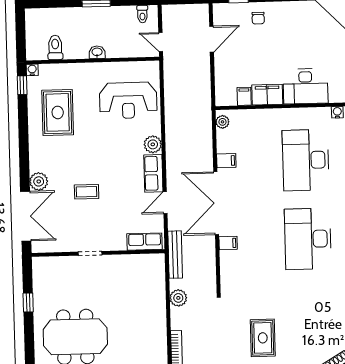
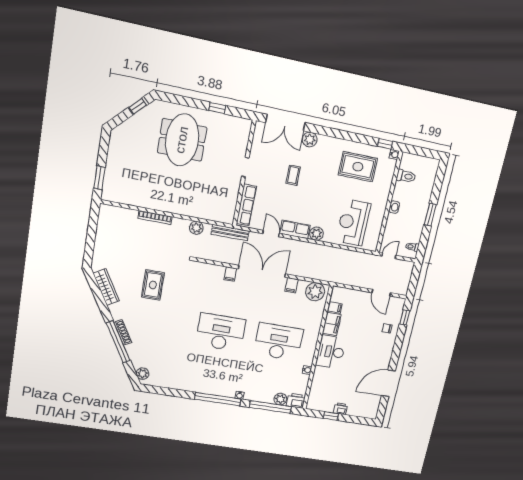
plant: (222, 122) -> (315, 292), width x1.87, depth x1.87
row of seats: (145, 242) -> (246, 205), width x1.48
rug: (263, 338) -> (153, 285), turned 90

